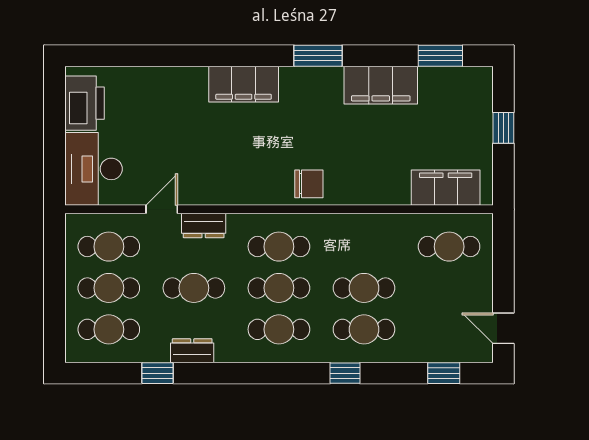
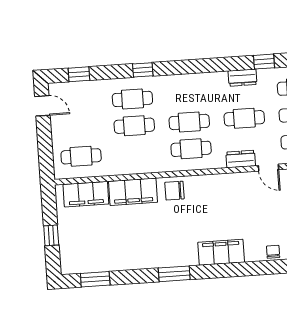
chair: (164, 79) -> (273, 252), added
filing cabinet: (381, 85) -> (133, 192), moved, turned 180
door: (162, 209) -> (269, 168), hinge flipped
cafe table: (279, 329) -> (187, 95), removed

